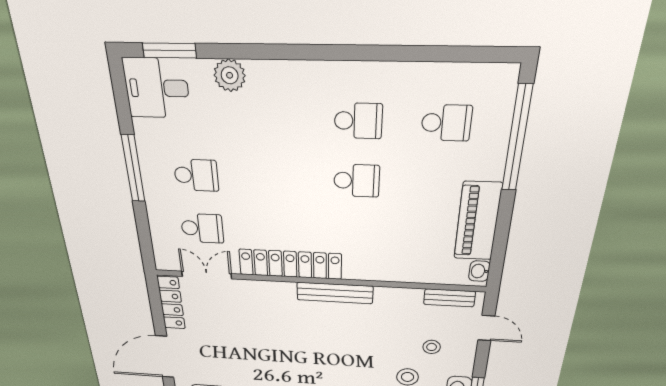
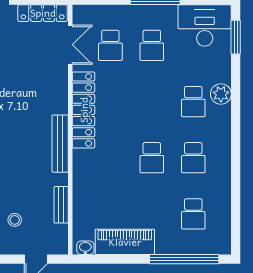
plant: (230, 75) -> (221, 94), moved
desk: (157, 88) -> (205, 25), width x1.37
school desk: (273, 119) -> (193, 102), added
bench: (449, 298) -> (61, 205), moved

